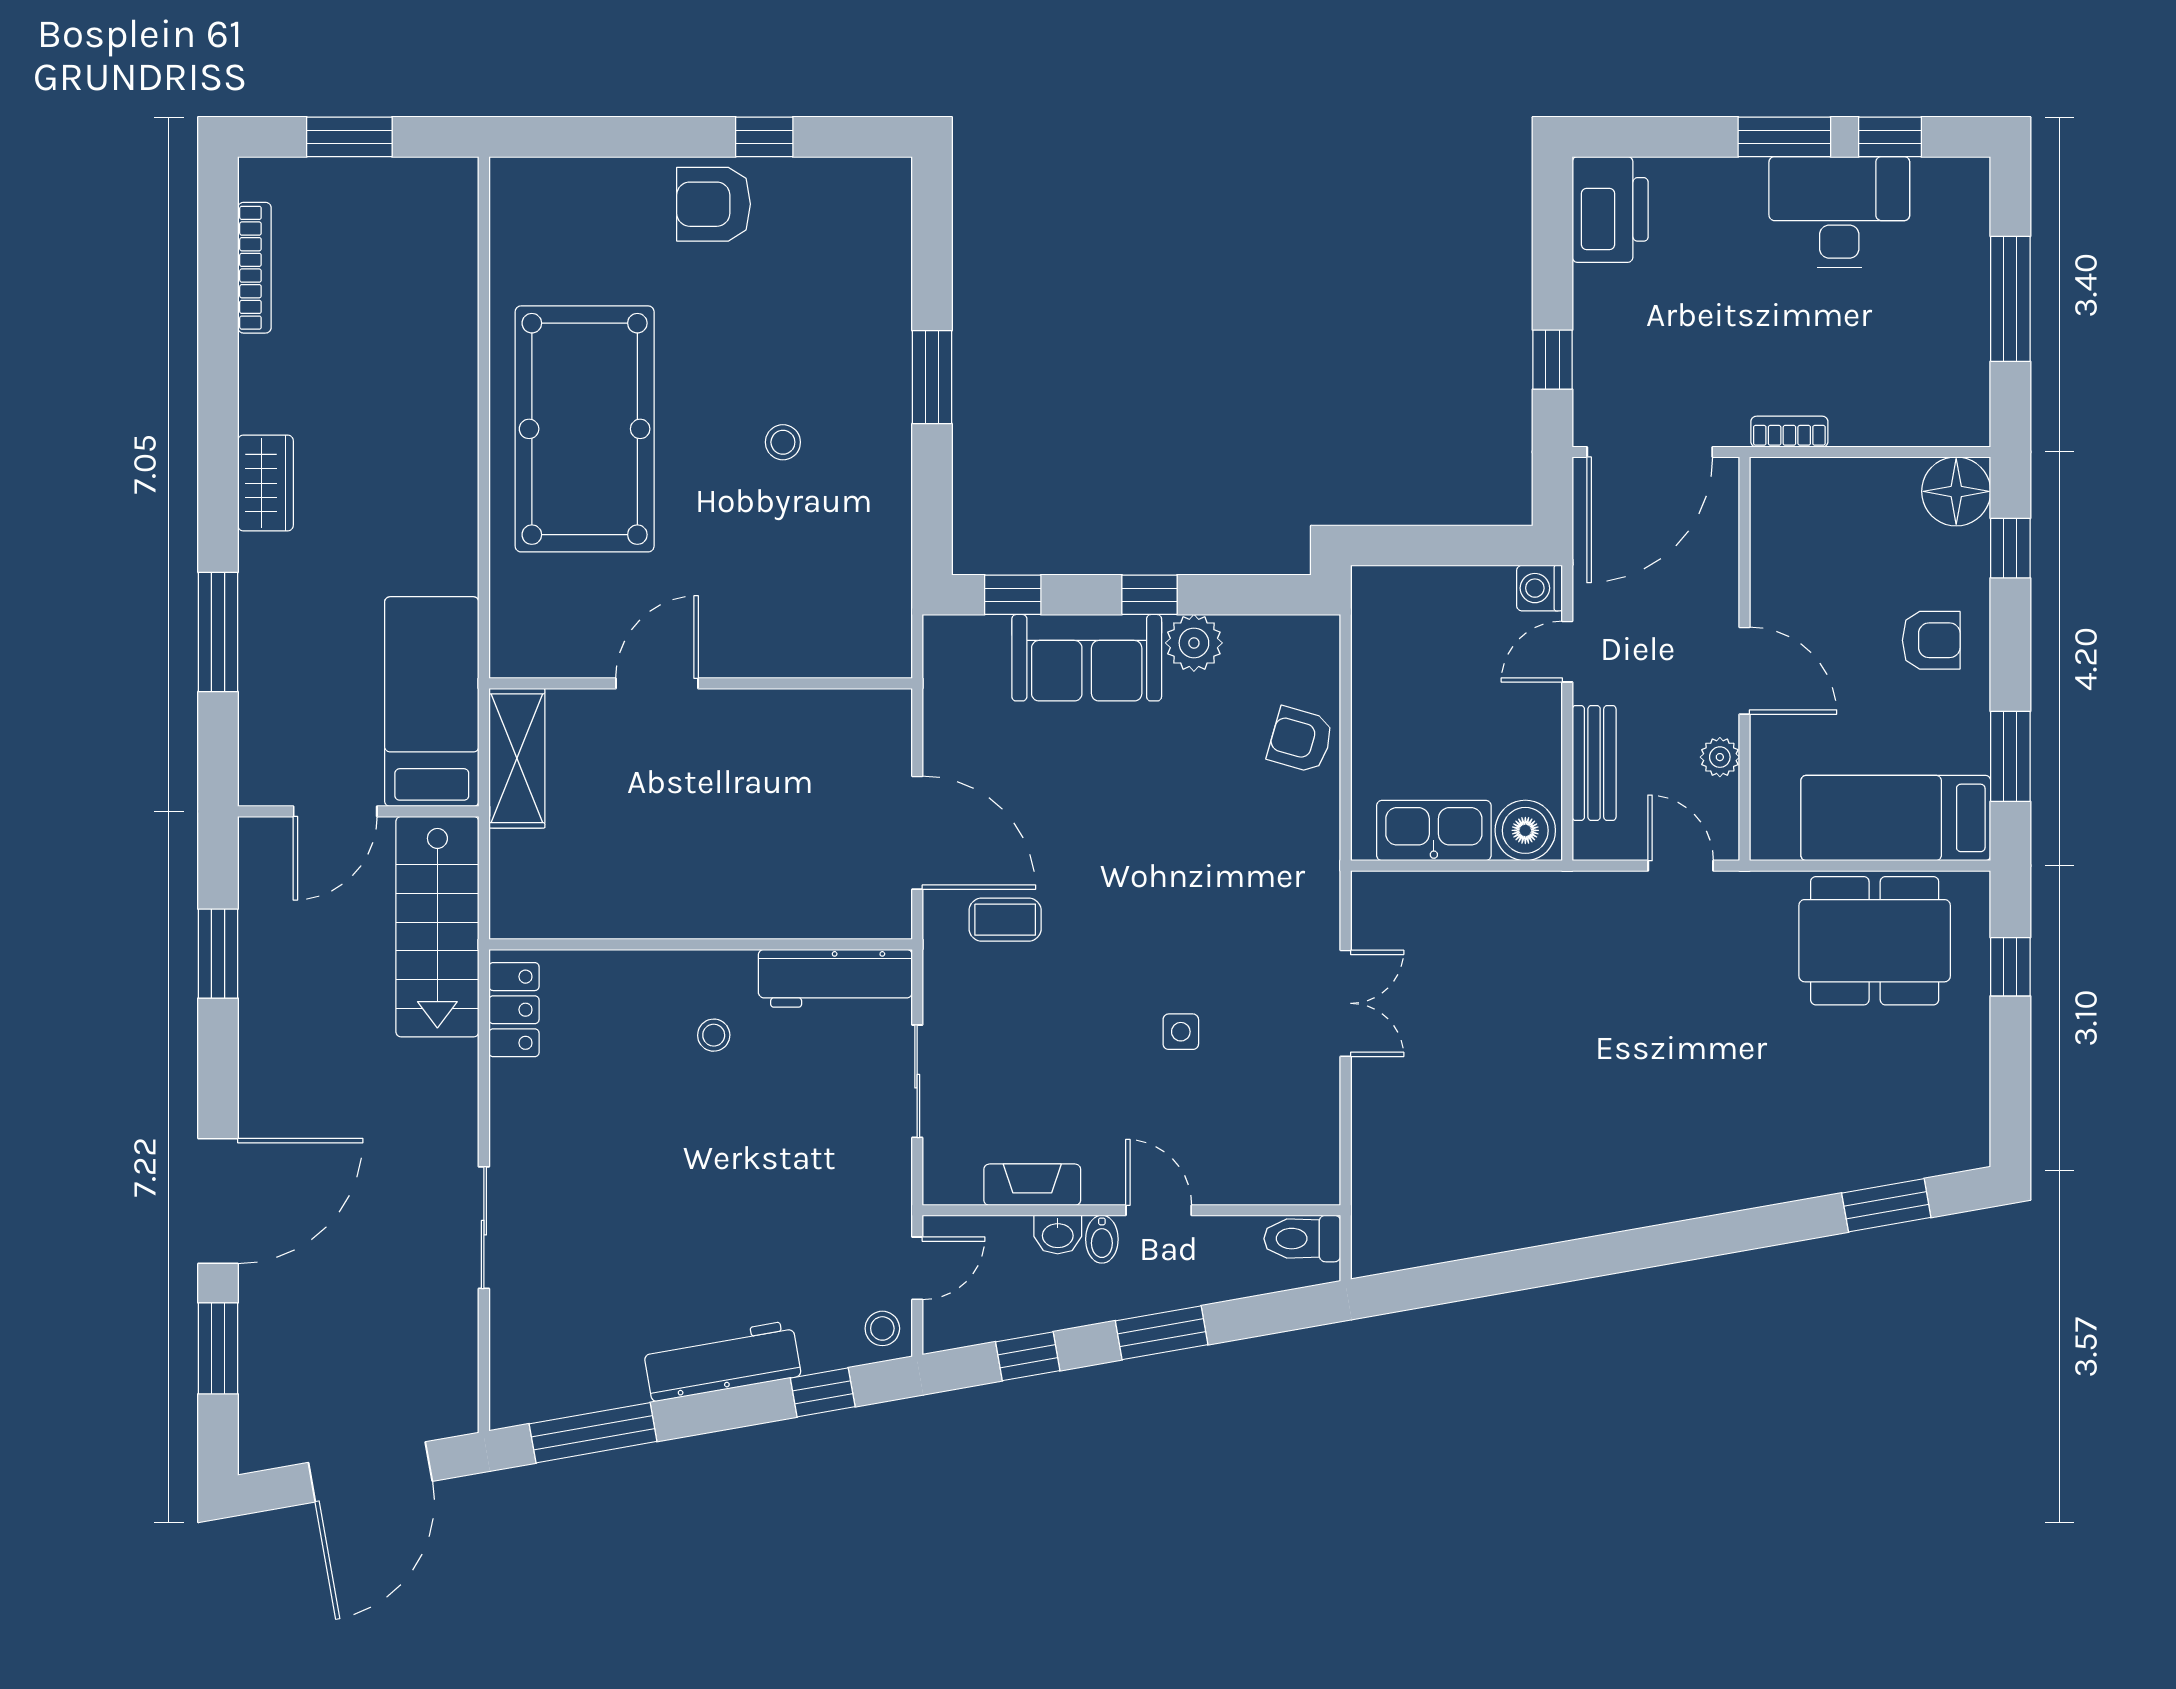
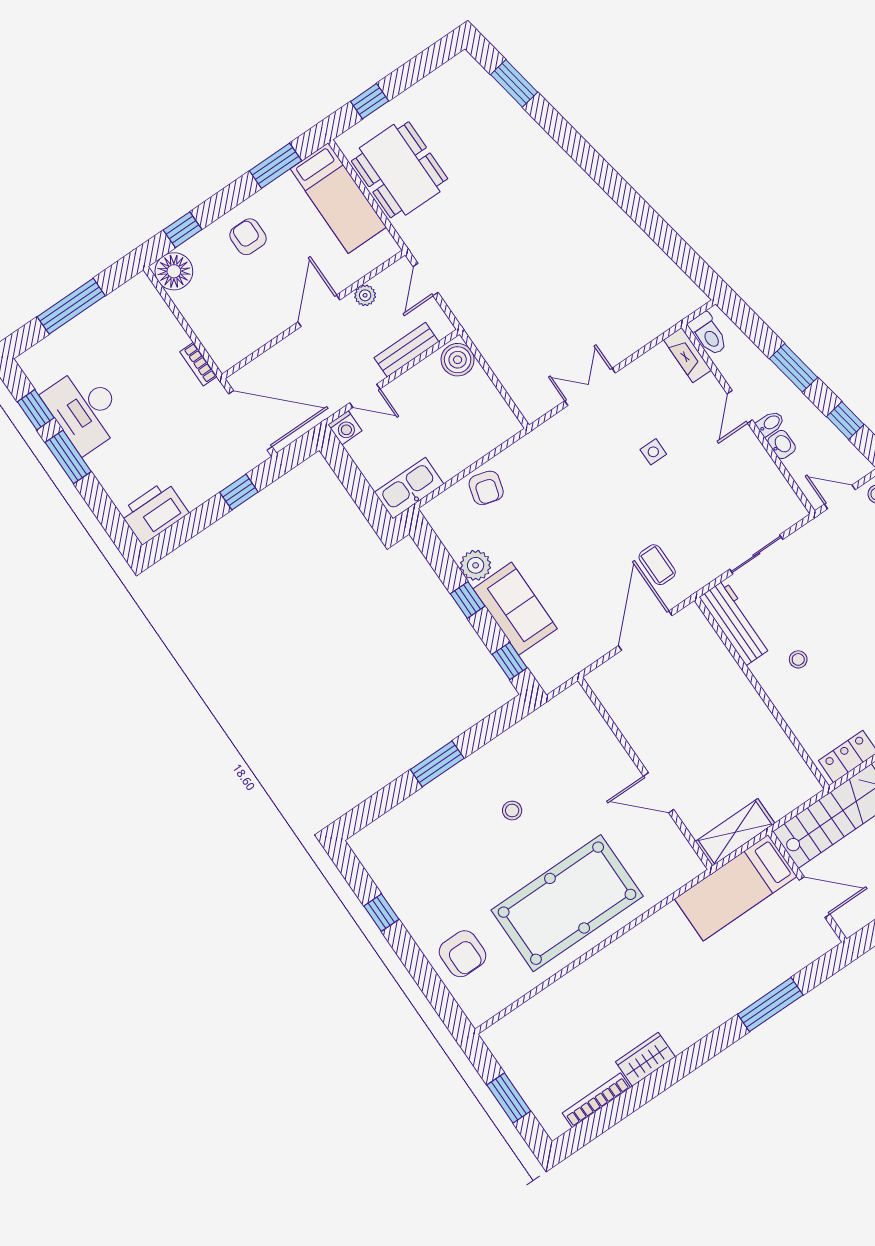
armchair: (714, 204) -> (463, 954), moved
wardrobe: (266, 483) -> (645, 1059), moved
kitchen sink: (1434, 830) -> (409, 488), moved, turned 90
fireplace: (1032, 1185) -> (687, 355), moved

